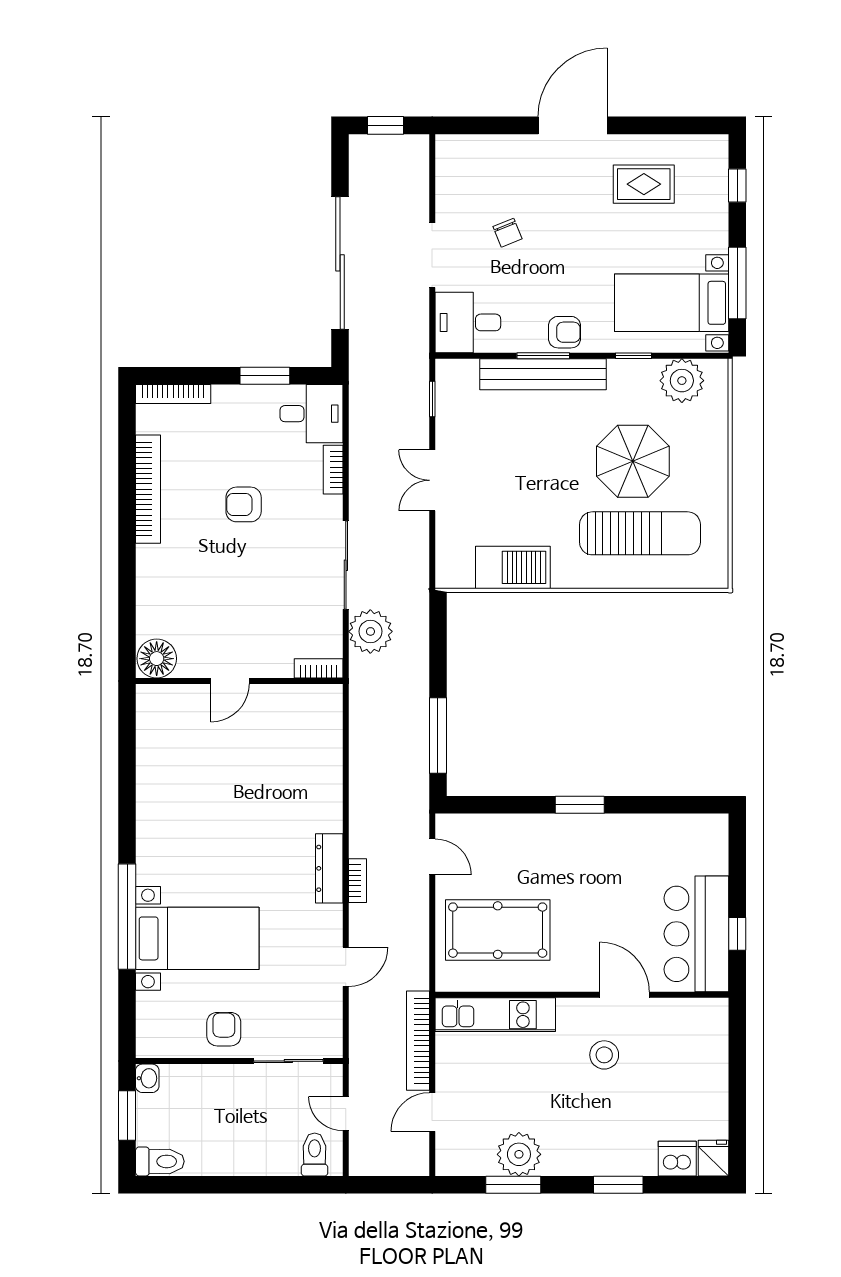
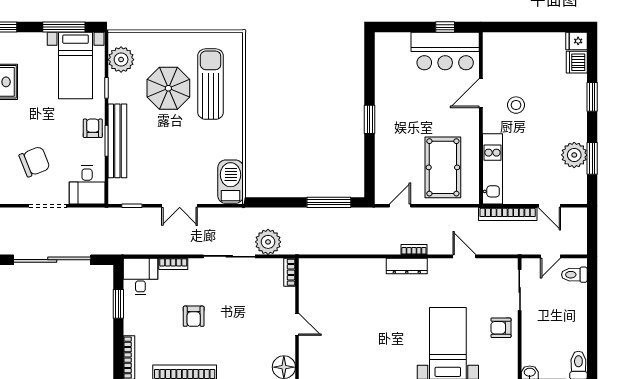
chair: (508, 233) -> (34, 162), width x1.87, depth x1.87
barbecue: (513, 567) -> (231, 182), moved

